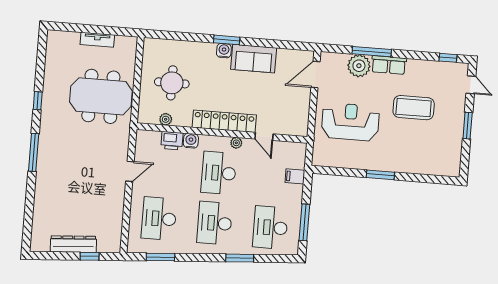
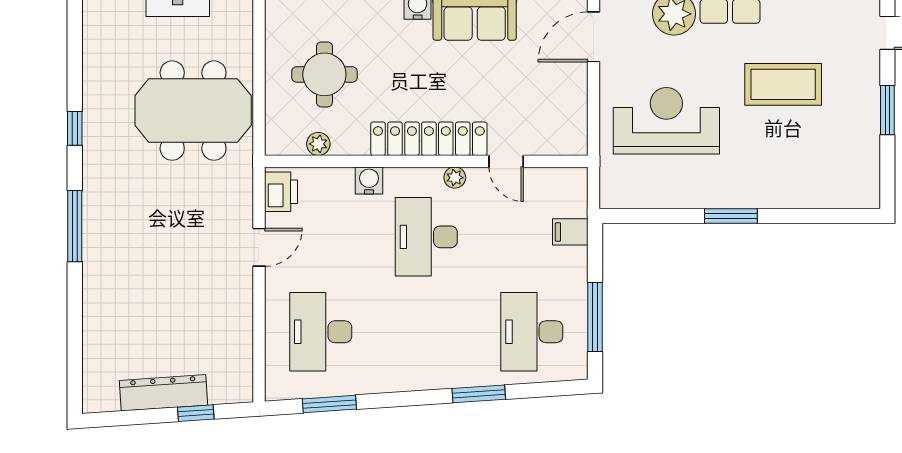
printer: (172, 141) -> (281, 192), moved, turned -90
desk: (215, 223) -> (426, 332), removed

